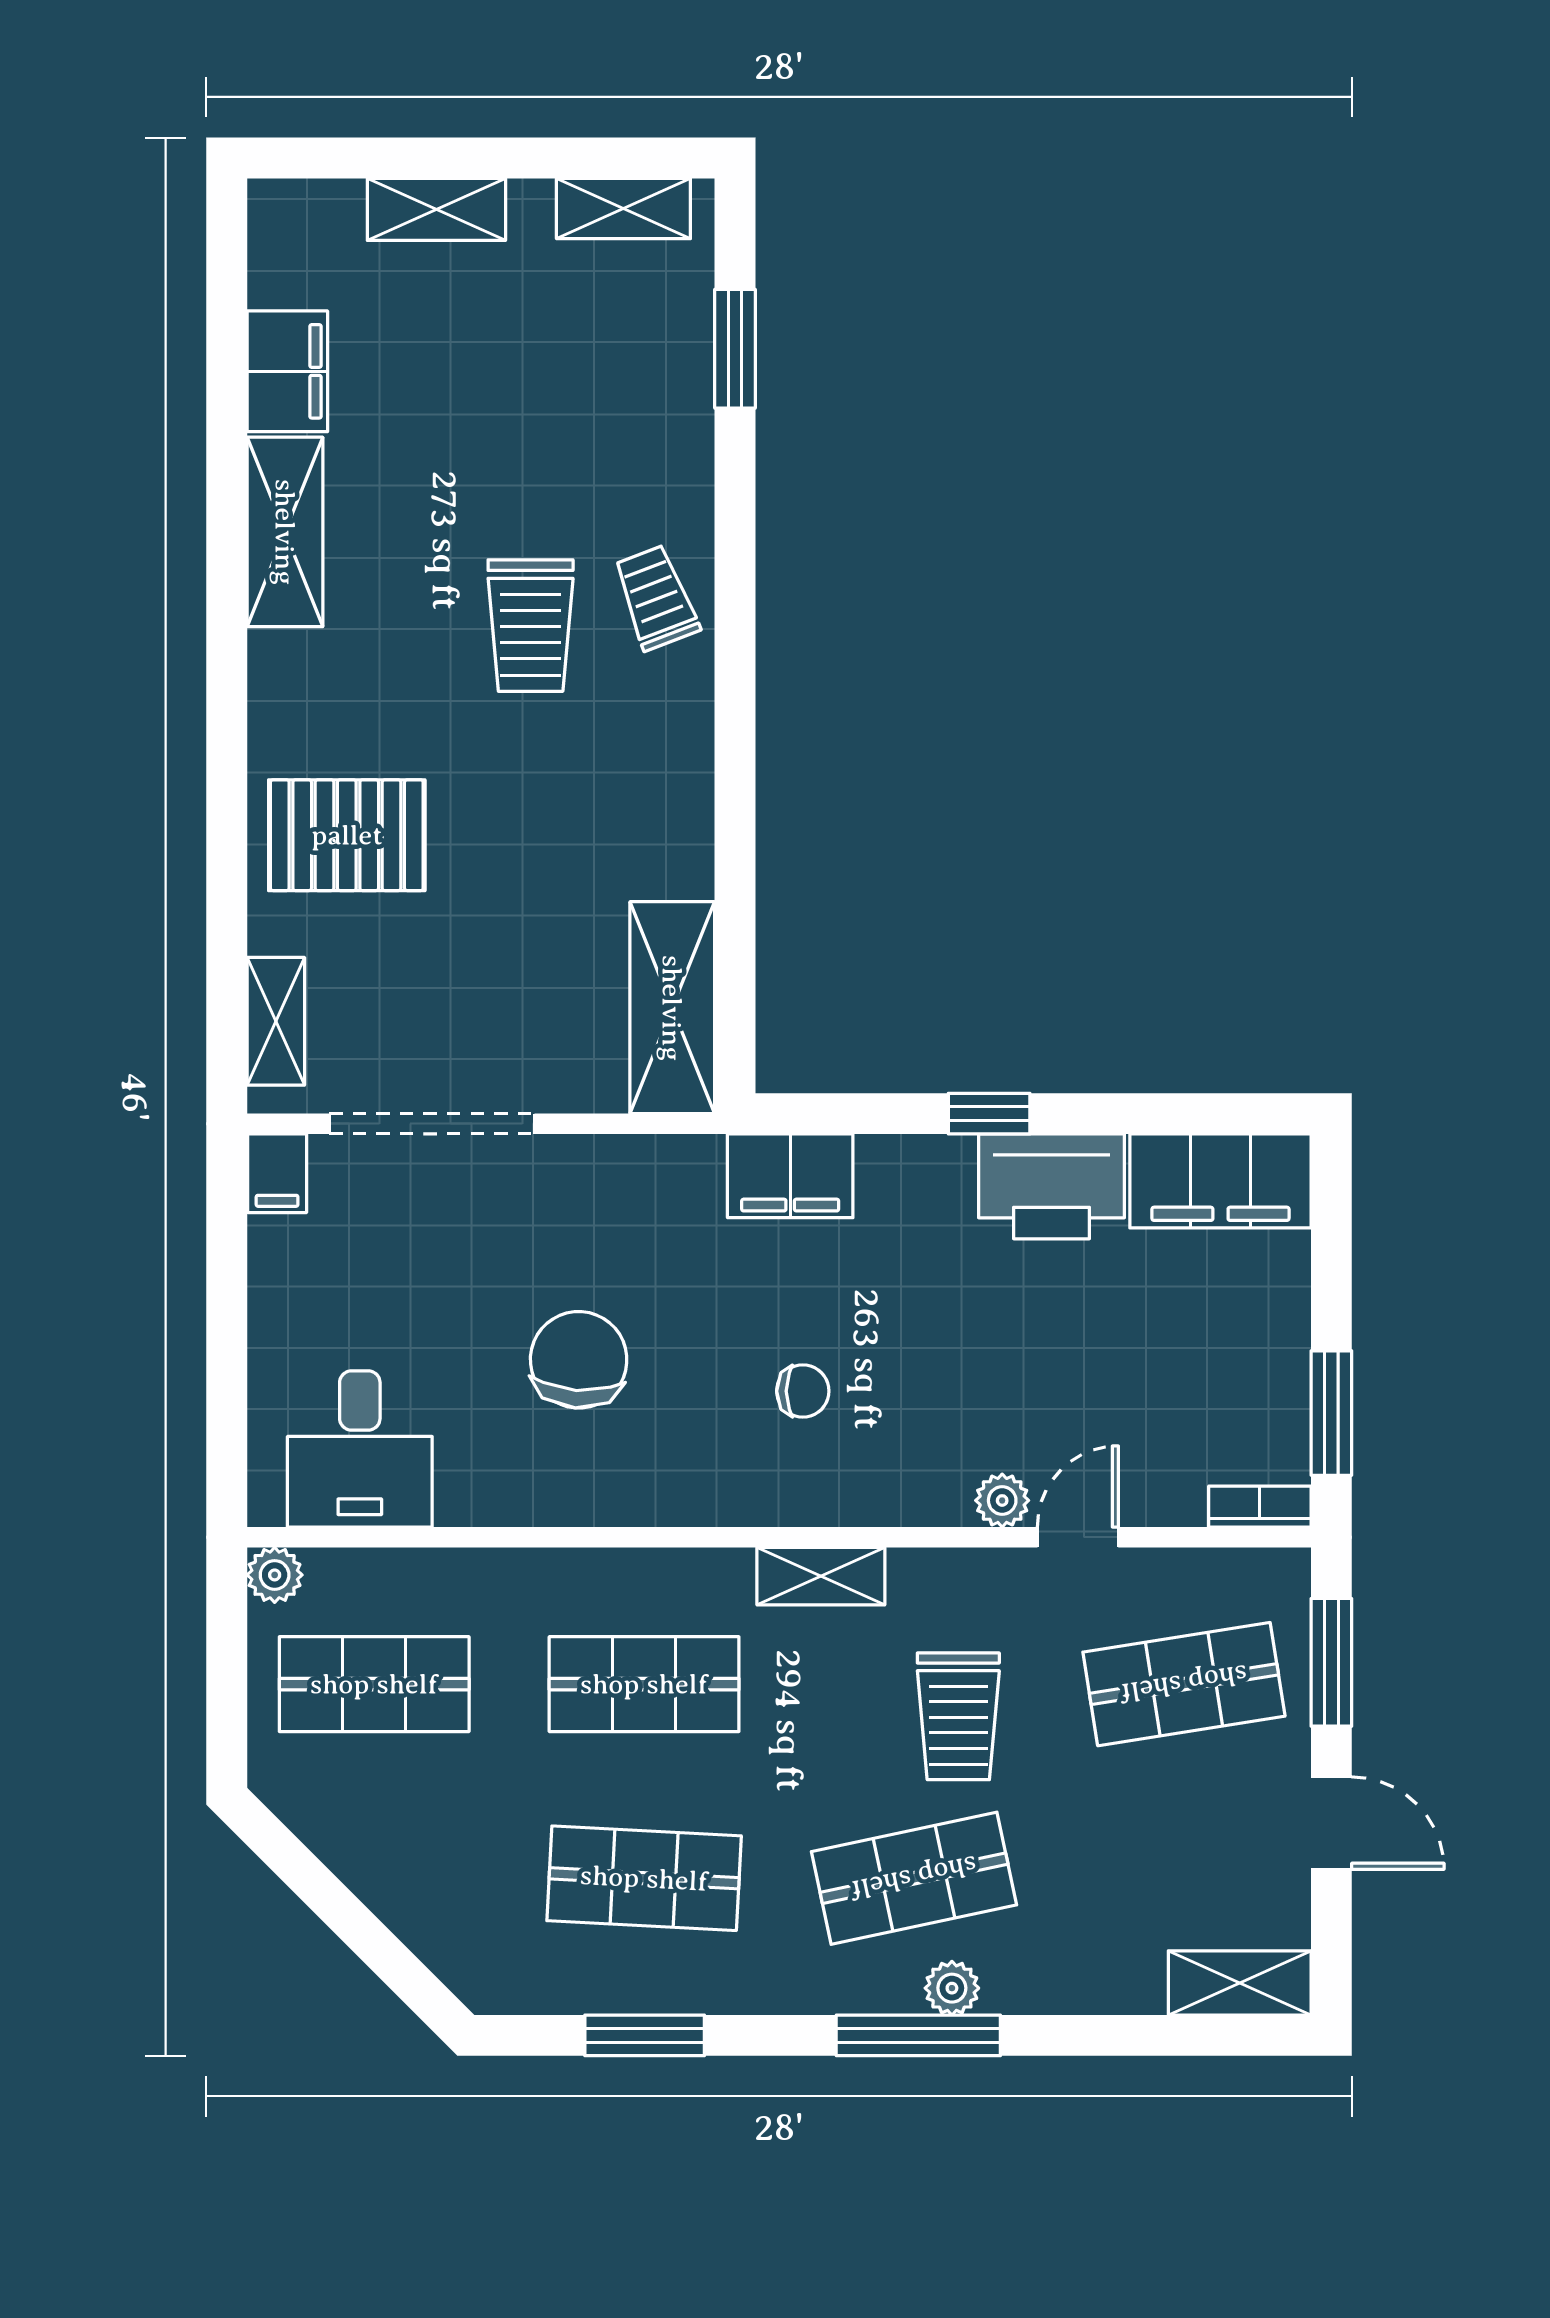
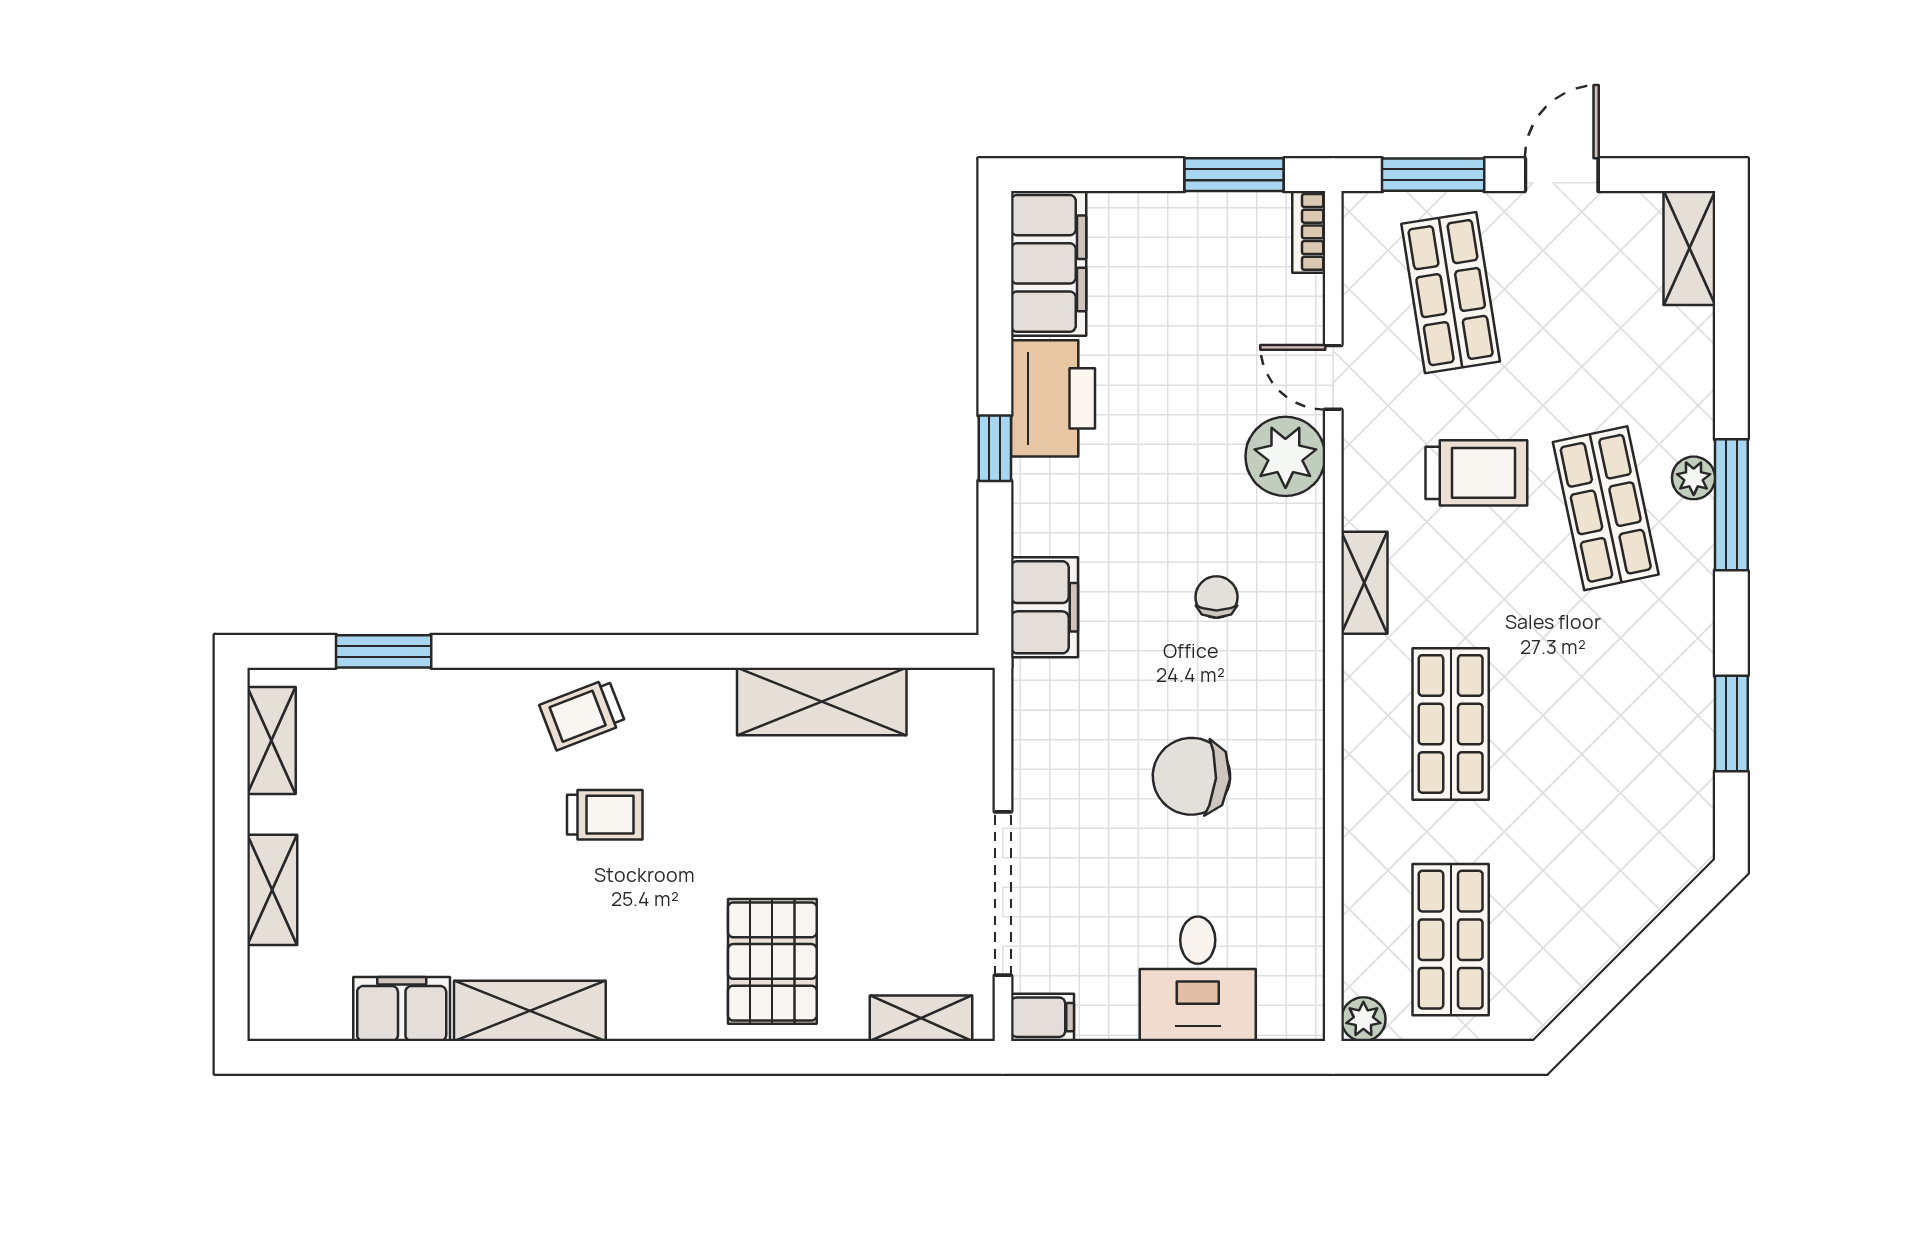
trolley: (531, 626) -> (605, 815), width x0.73, depth x0.72
shelving: (672, 1008) -> (822, 701), moved
desk: (360, 1449) -> (1198, 979), moved, turned 90
plant: (1002, 1500) -> (1285, 456), width x1.88, depth x1.88
shop shelf: (644, 1878) -> (1606, 724), removed

